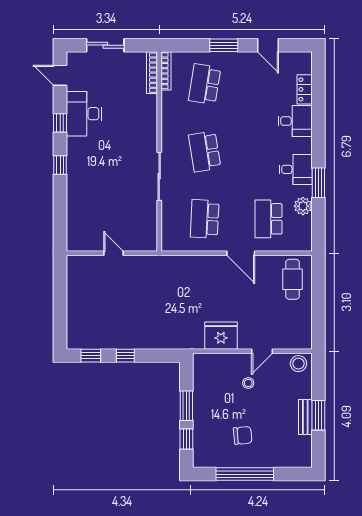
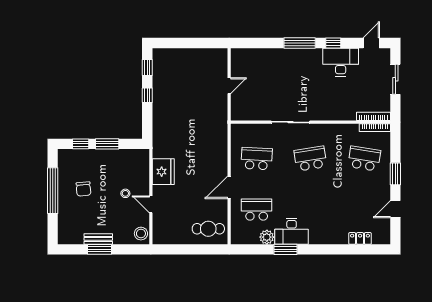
desk: (295, 121) -> (335, 231), removed
window: (60, 165) -> (300, 43), width x2.17
desk: (296, 169) -> (292, 231), width x1.37

